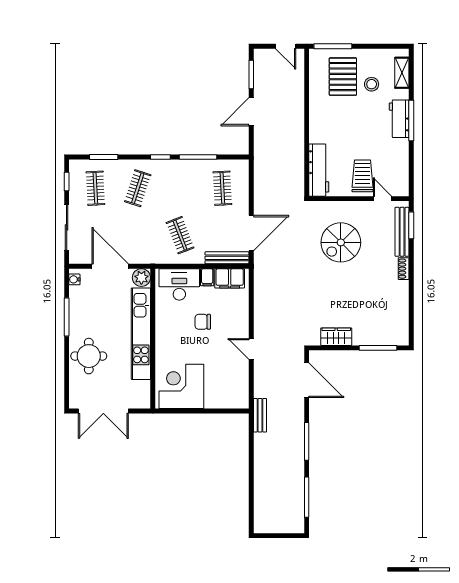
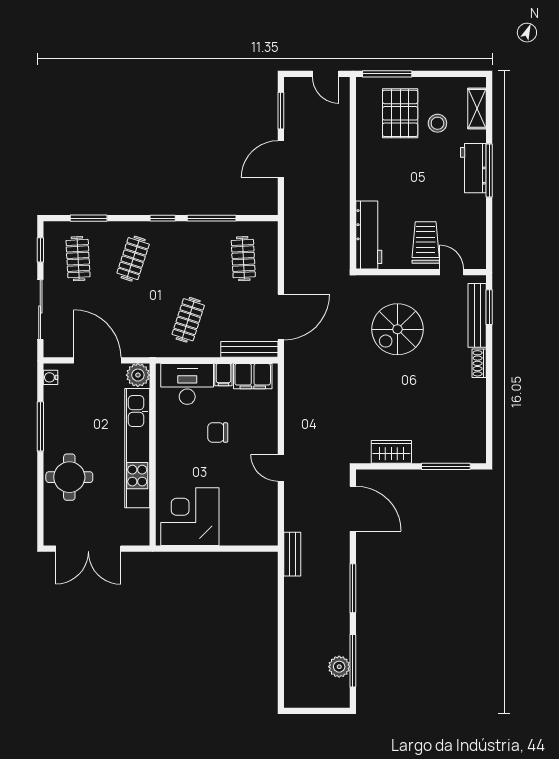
clothes rail: (180, 235) -> (188, 320), turned 39
plant: (296, 502) -> (339, 667), added

